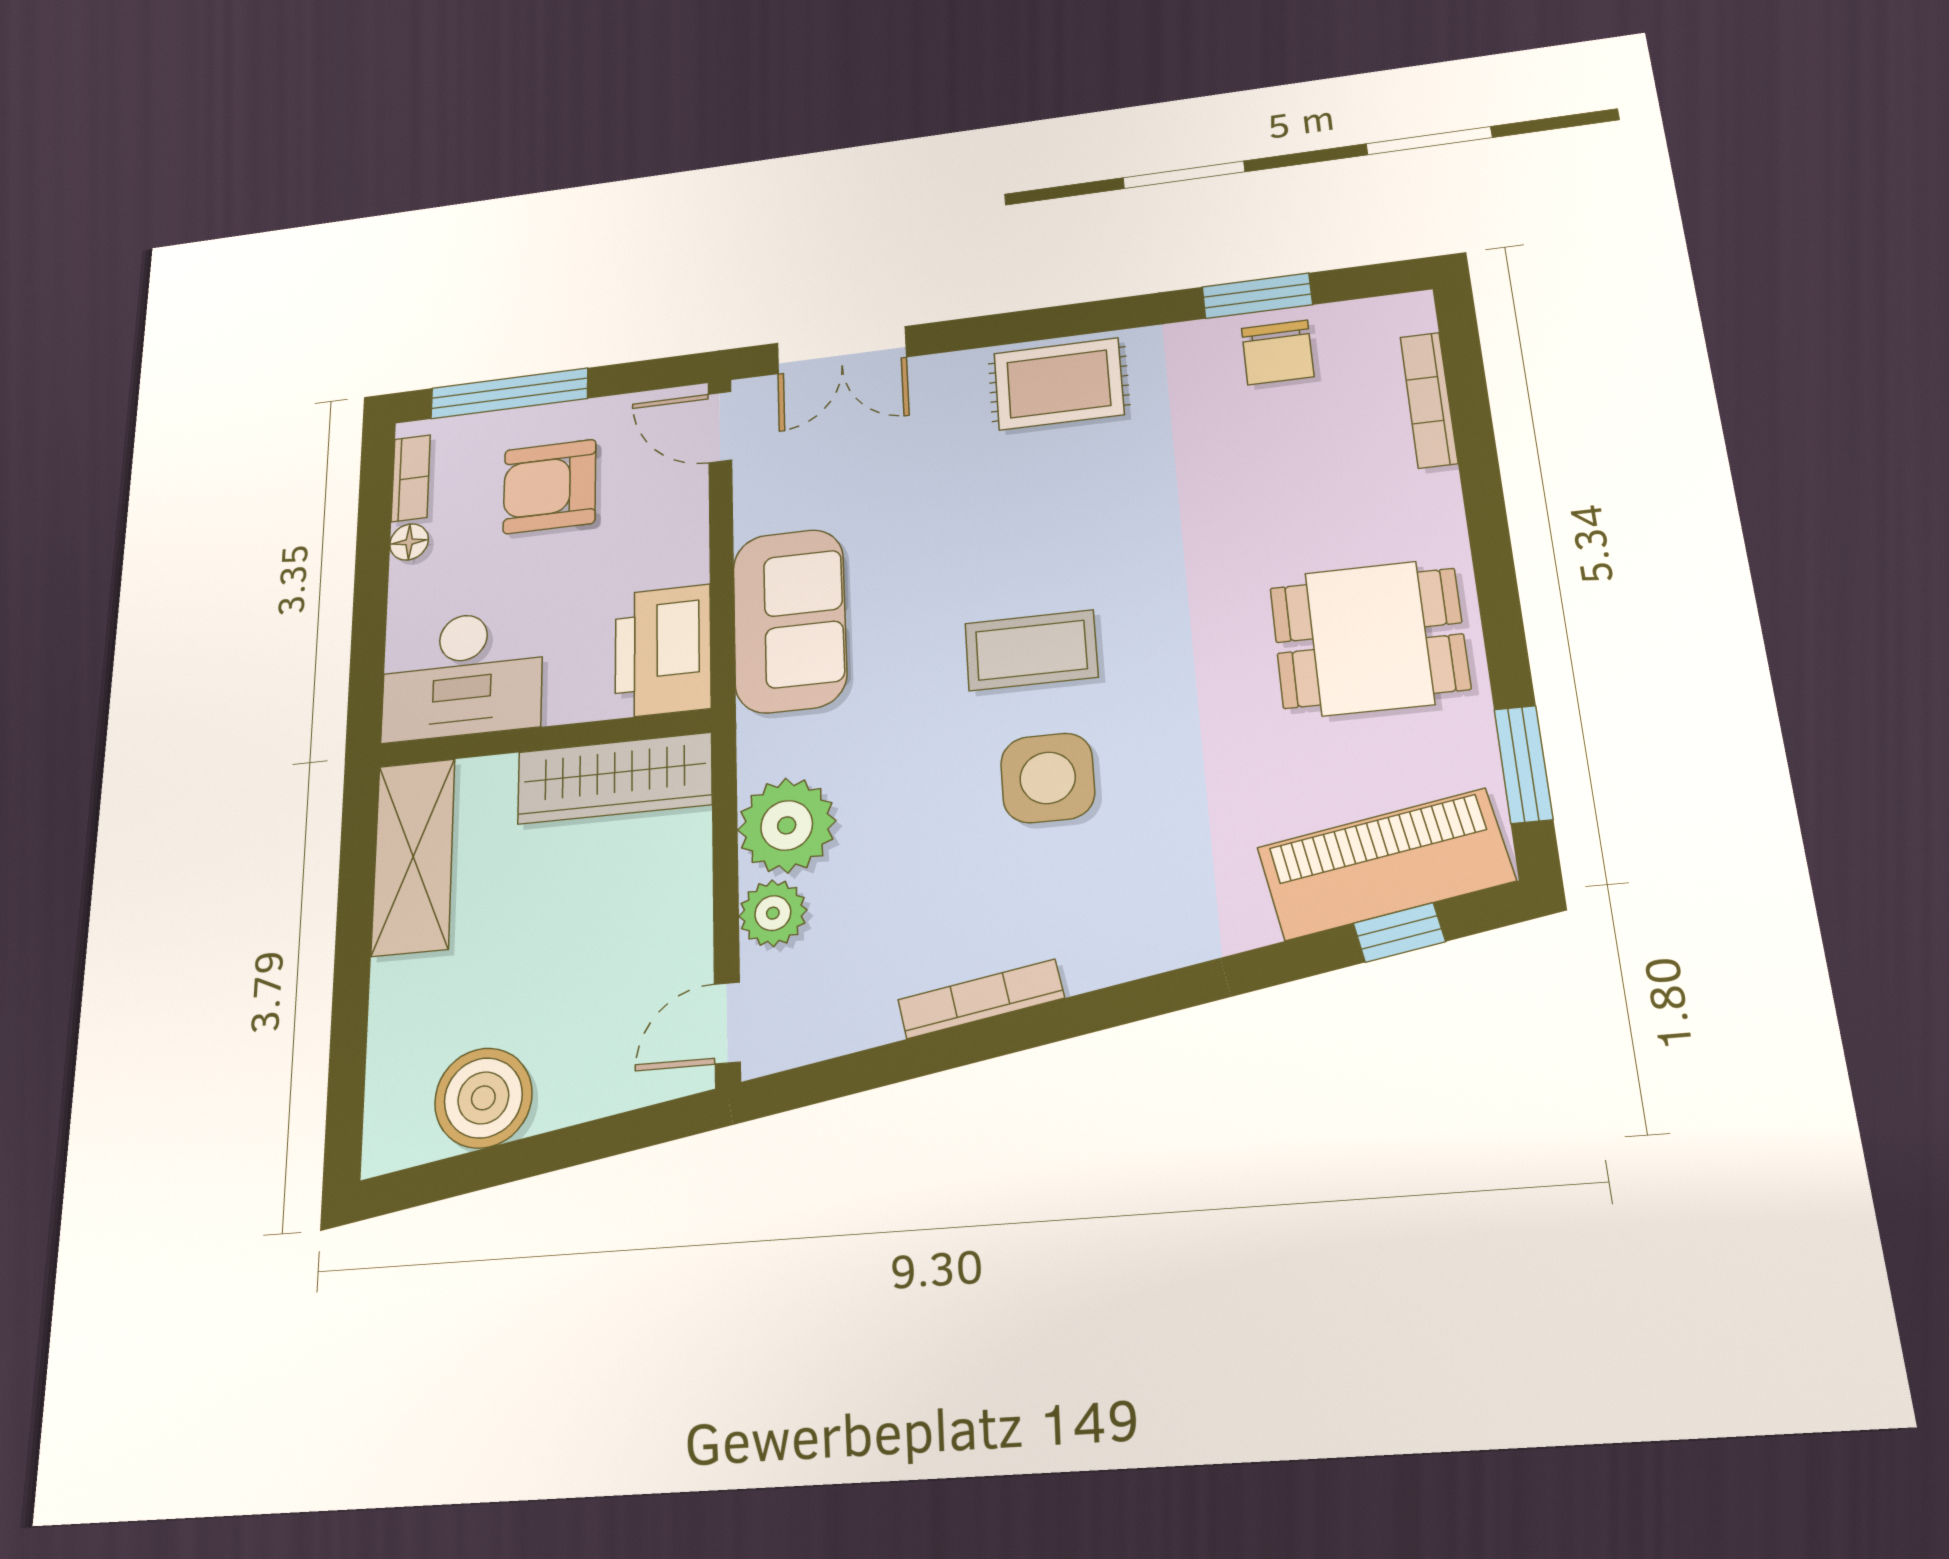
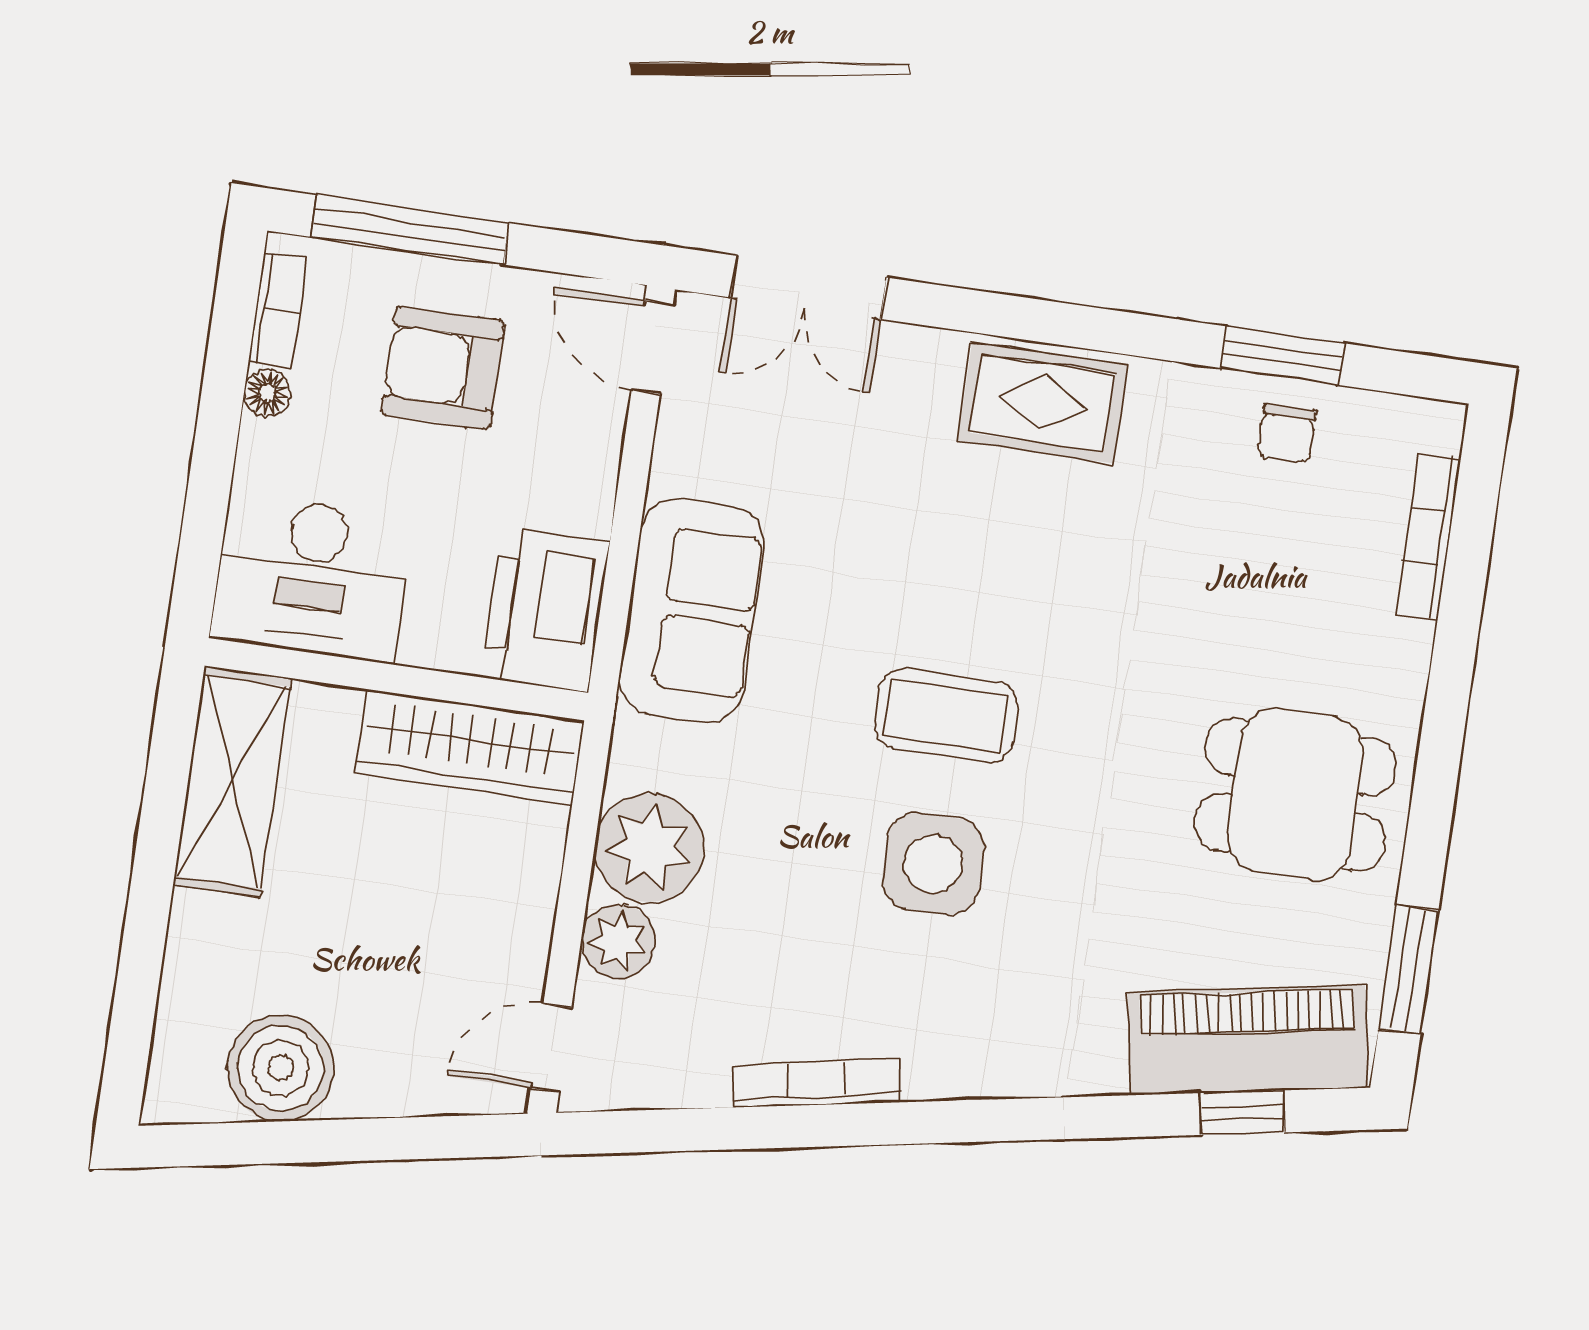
chair: (1278, 352) -> (1287, 433), width x0.73, depth x0.73

